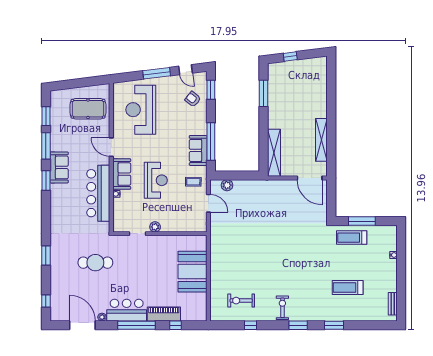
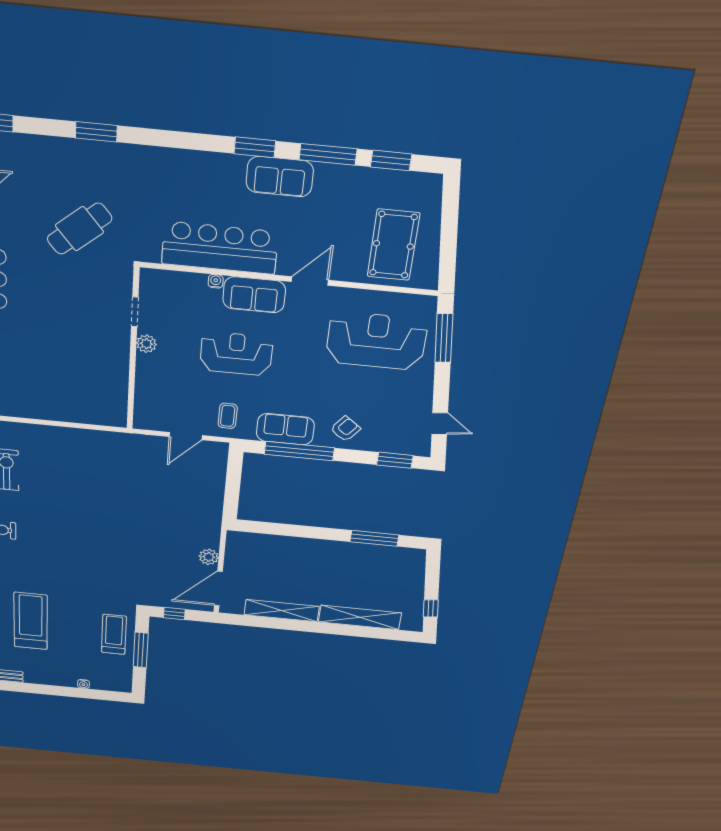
window: (290, 57) -> (431, 608), moved
door: (186, 70) -> (440, 424), swing flipped
window: (157, 73) -> (444, 338), moved
armchair: (193, 99) -> (345, 429), moved
shelving: (274, 153) -> (360, 617), moved
reception desk: (156, 180) -> (236, 354), turned 180
plant: (227, 185) -> (209, 557), moved
window: (331, 202) -> (174, 614), added
cafe table: (95, 263) -> (79, 229), turned 50
booth: (192, 272) -> (60, 398), removed
treadmill: (348, 288) -> (31, 621), width x1.37, depth x1.38

